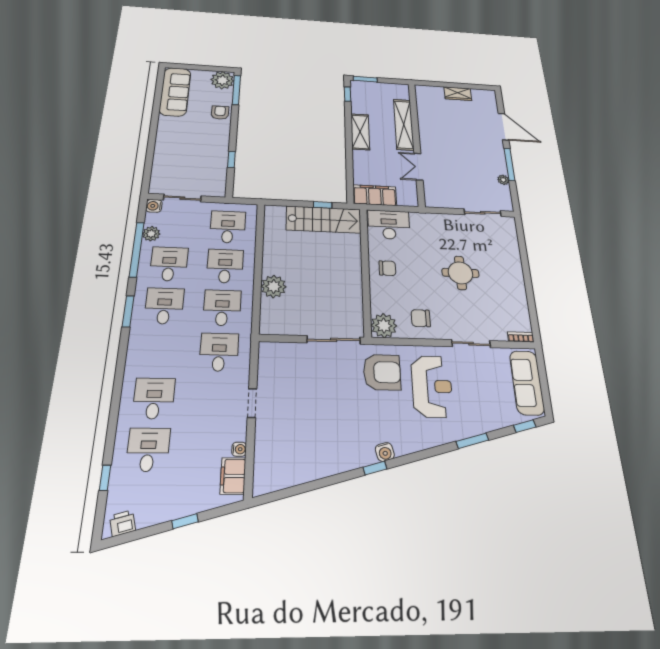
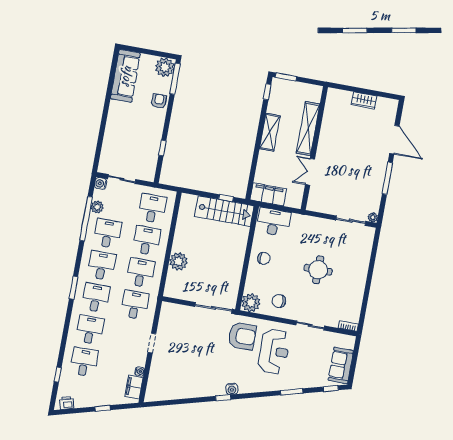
plant: (503, 180) -> (373, 217), moved
window: (128, 311) -> (73, 288), moved
desk: (159, 351) -> (96, 298), added
sofa: (527, 383) -> (341, 365), width x0.73

